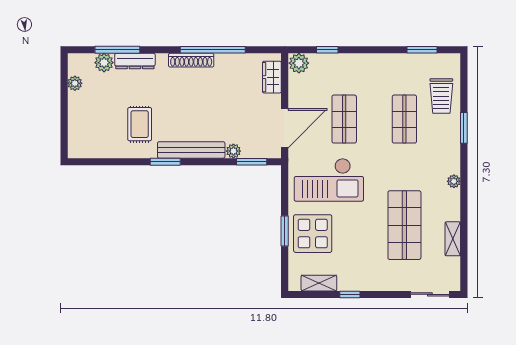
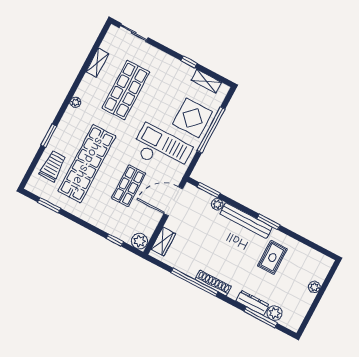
plant: (75, 83) -> (314, 287), moved
shop shelf: (404, 119) -> (87, 164), width x2.00, depth x1.36
window: (285, 231) -> (211, 130), width x2.11

